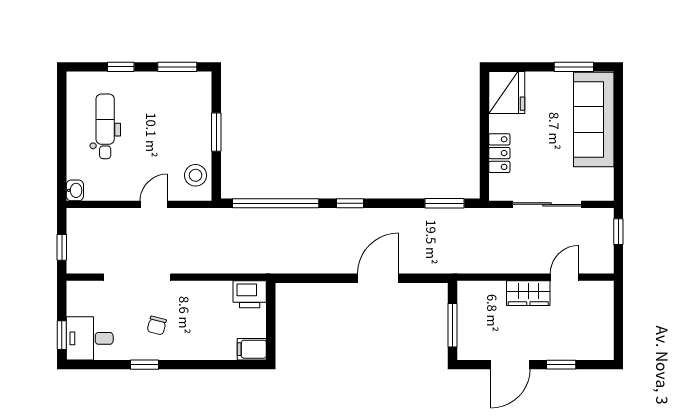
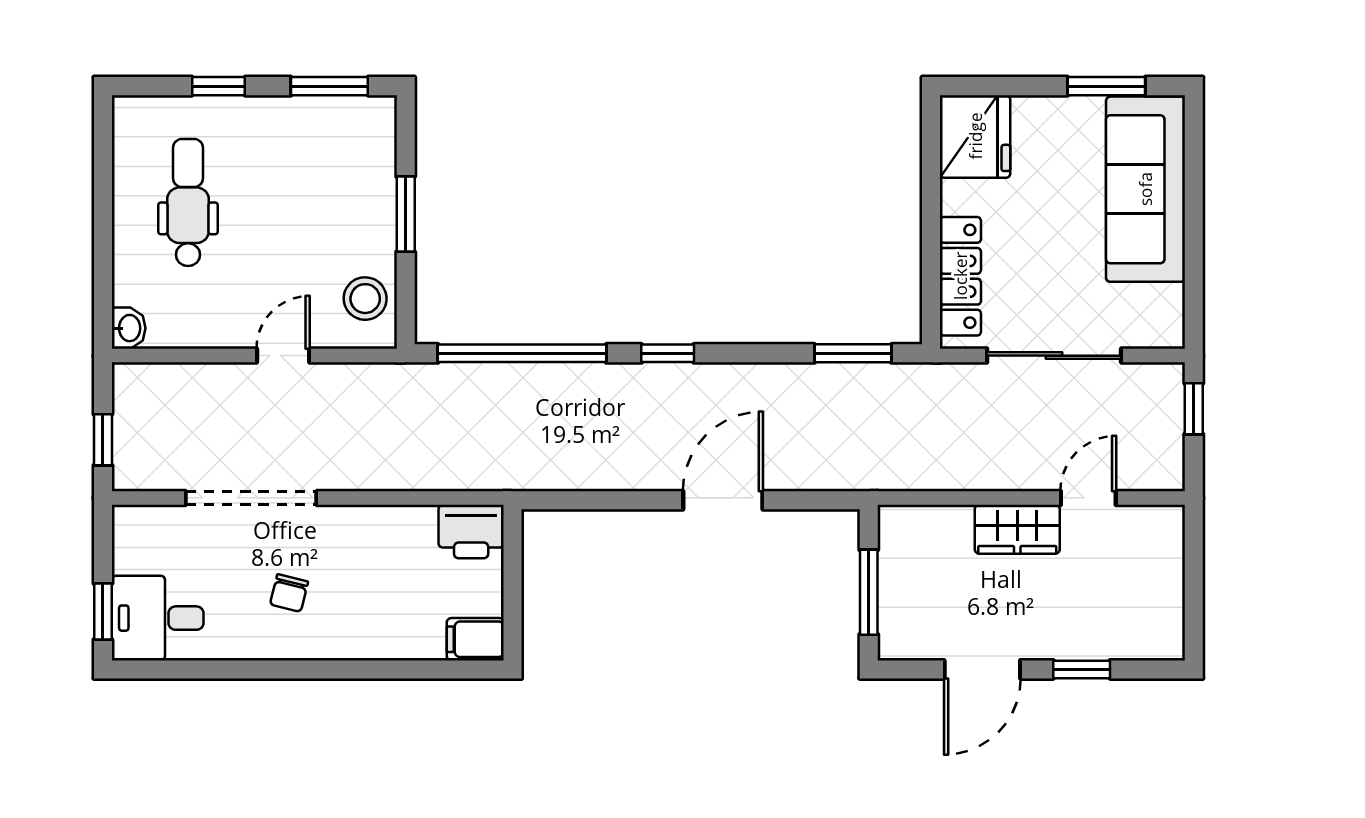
locker: (499, 153) -> (960, 276), width x1.53
window: (144, 365) -> (265, 669), removed

